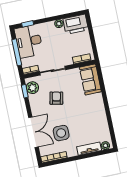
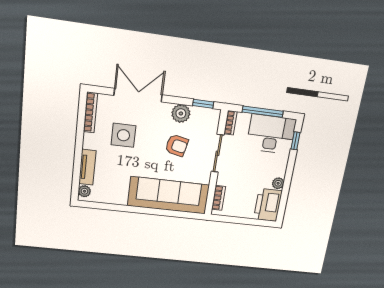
sofa: (90, 79) -> (168, 195), width x1.85, depth x1.27
plant: (32, 88) -> (181, 113), moved
double door: (33, 132) -> (138, 95), swing flipped

